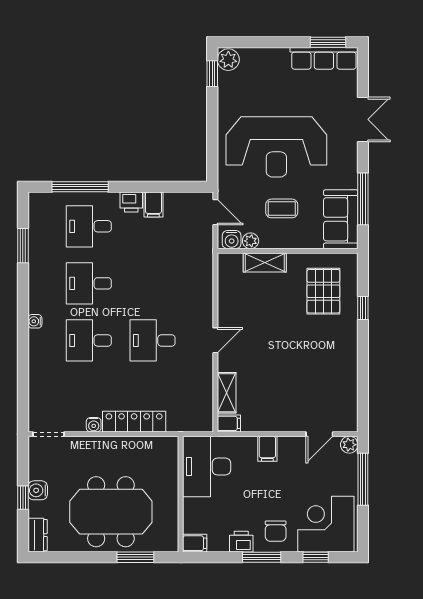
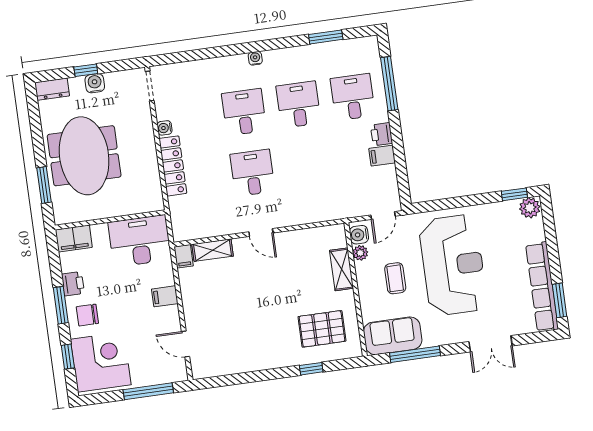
row of seats: (324, 58) -> (542, 287), width x1.36
reception desk: (276, 147) -> (453, 265), turned 180
plant: (349, 445) -> (179, 374), removed
filing cabinet: (195, 543) -> (74, 238), width x2.00

